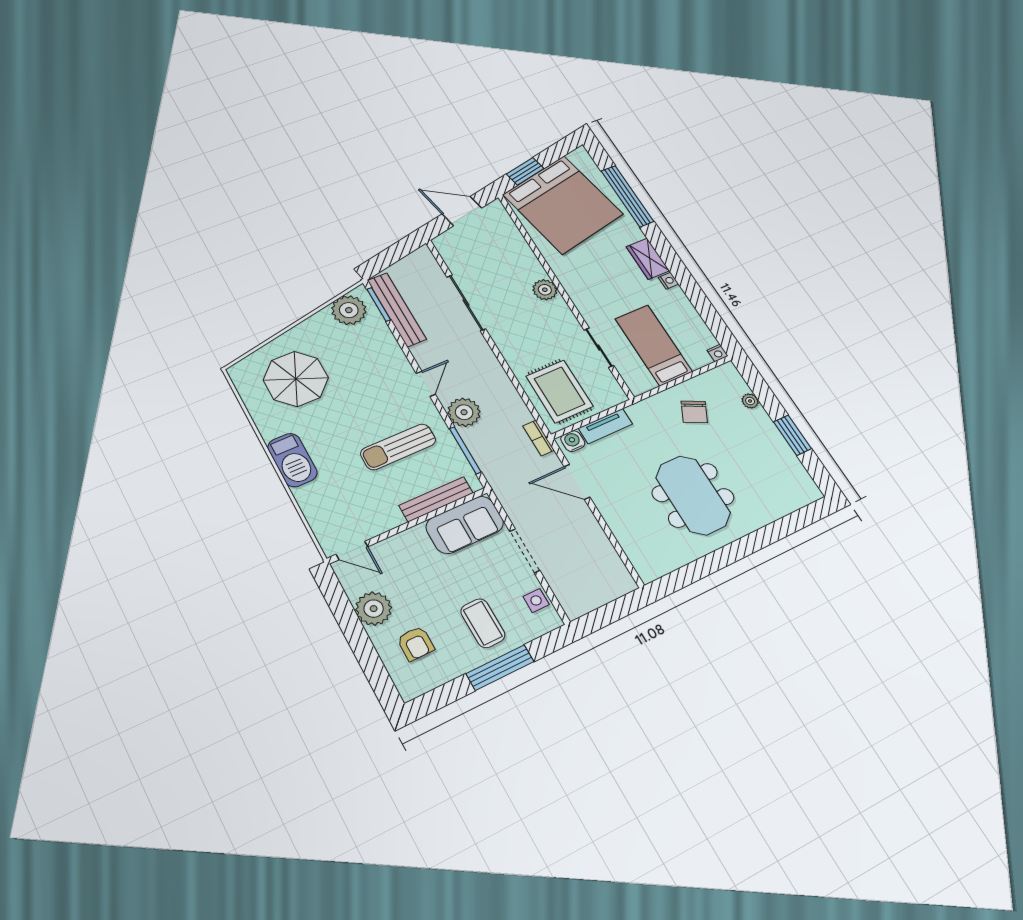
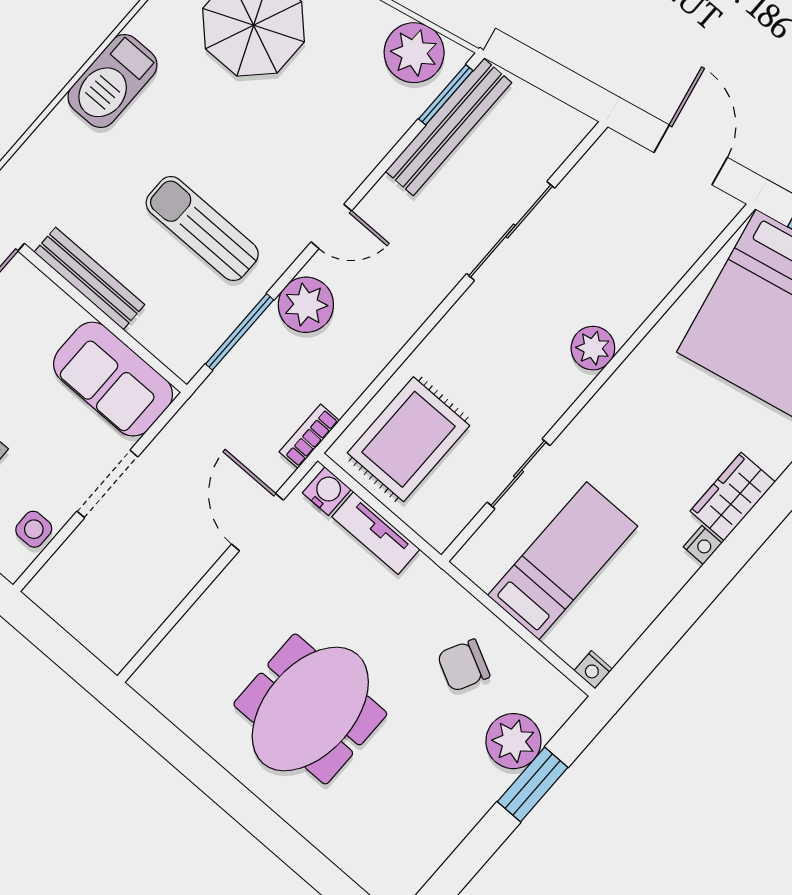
plant: (750, 401) -> (513, 741), width x1.88, depth x1.88
window: (792, 435) -> (533, 785), moved
bench: (436, 499) -> (89, 278), moved

